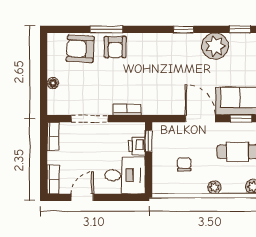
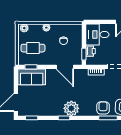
plant: (215, 46) -> (71, 108), moved
door: (200, 119) -> (65, 67), moved

